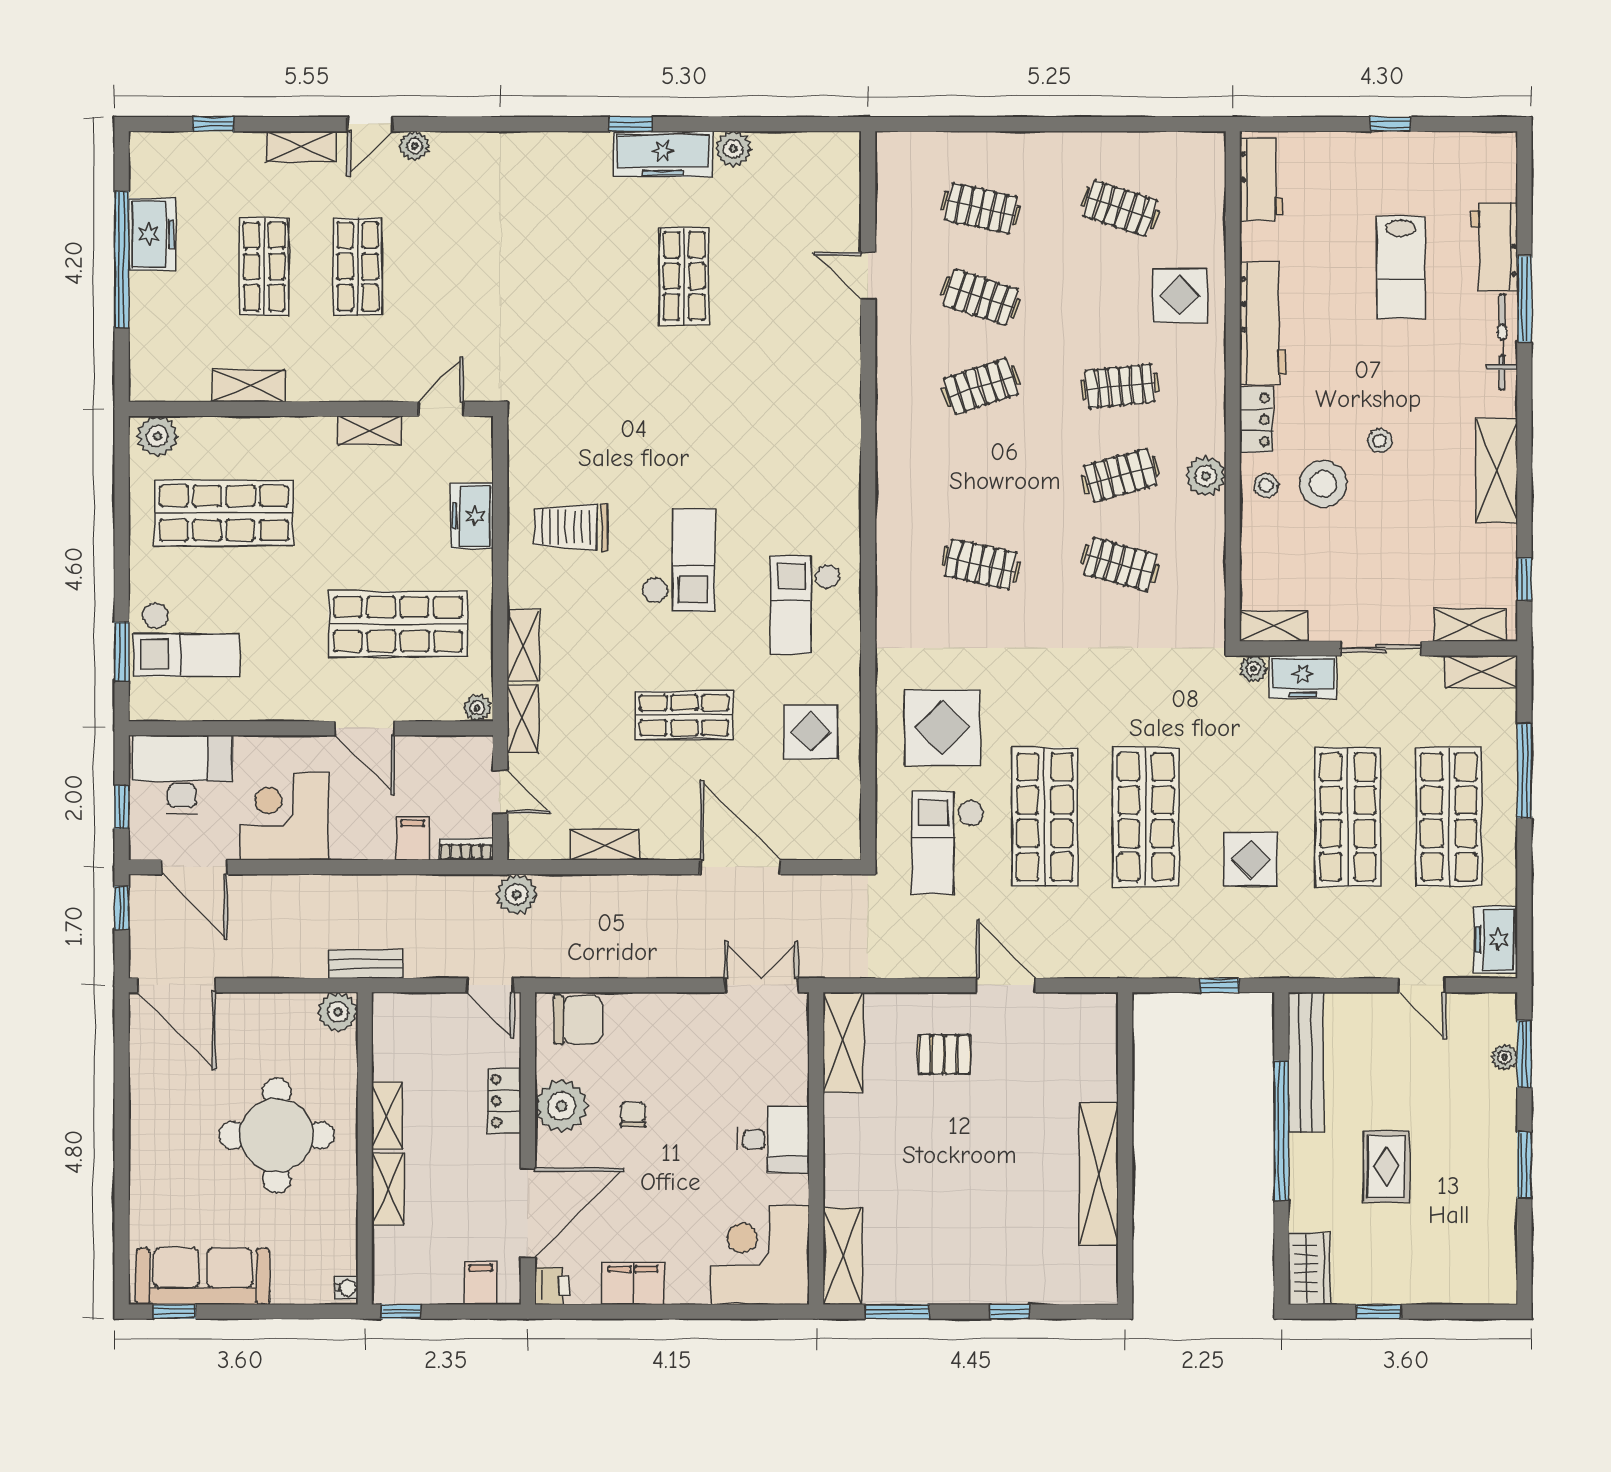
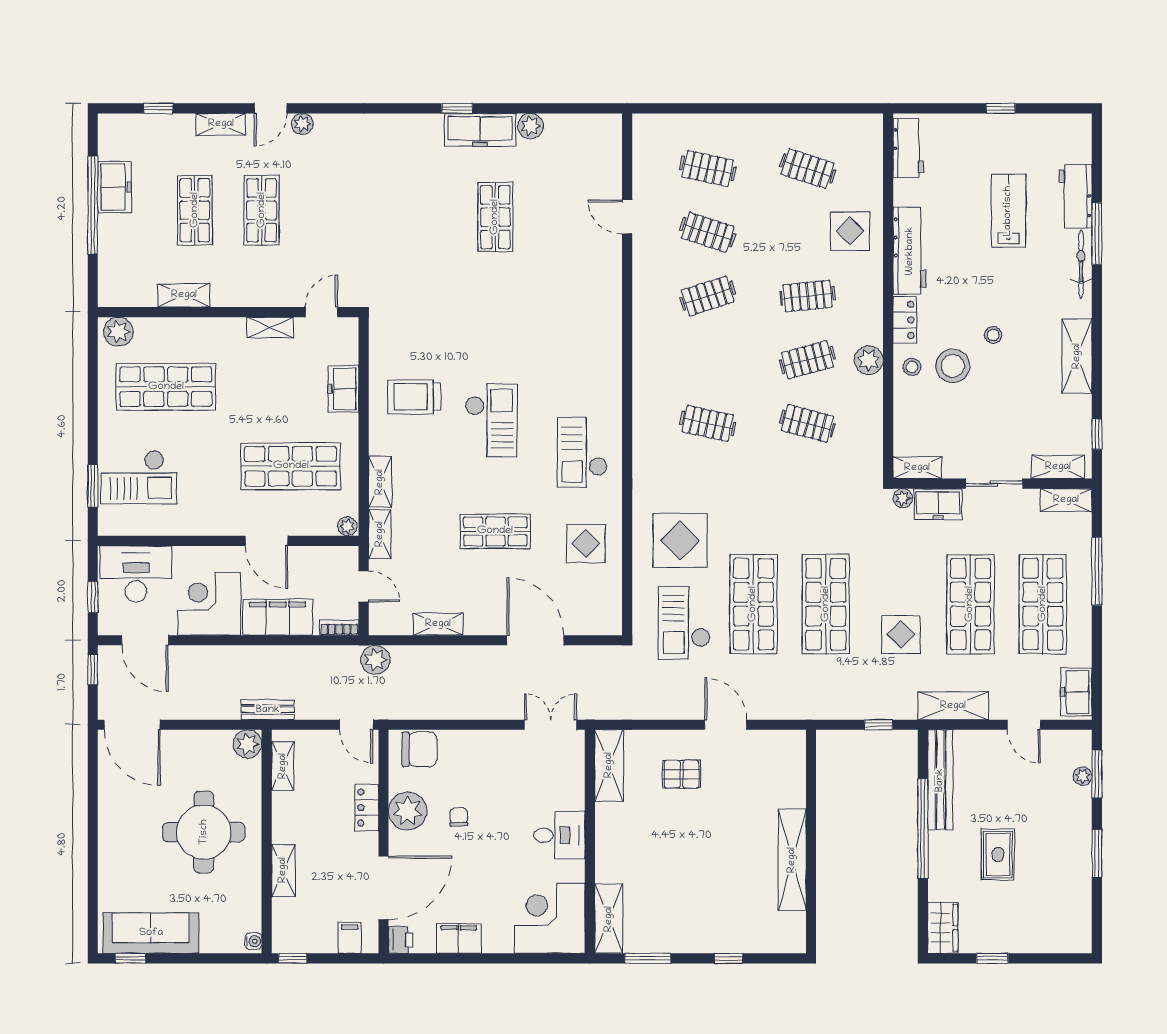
lab bench: (1401, 267) -> (1008, 211), turned 180
filing cabinet: (413, 839) -> (278, 617), width x3.00, depth x1.17
shelving: (1324, 959) -> (953, 706), added
shelving: (387, 1116) -> (283, 766), moved

